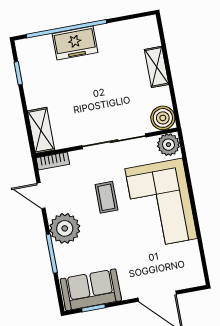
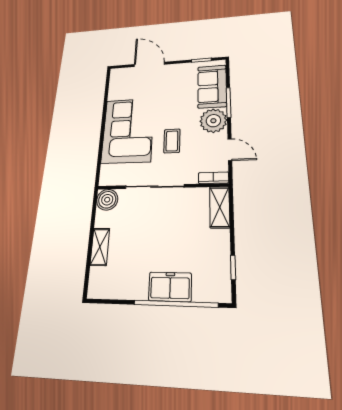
plant: (169, 145) -> (109, 176), removed
sofa: (91, 290) -> (212, 86), moved, turned 90

